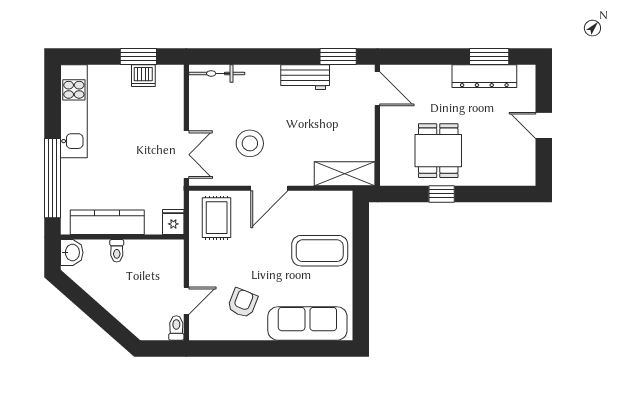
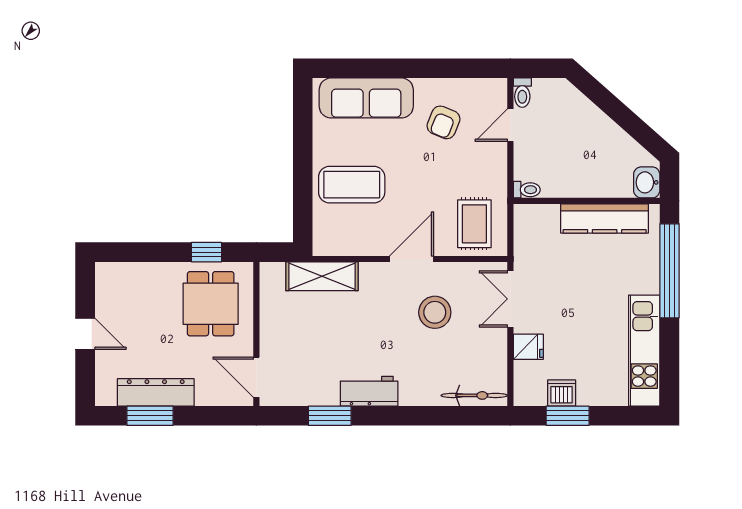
door: (377, 89) -> (256, 377), moved
wall: (377, 125) -> (256, 334), moved
fridge: (173, 222) -> (528, 347), moved, turned -90
toilet: (117, 251) -> (527, 190), moved, turned 90

